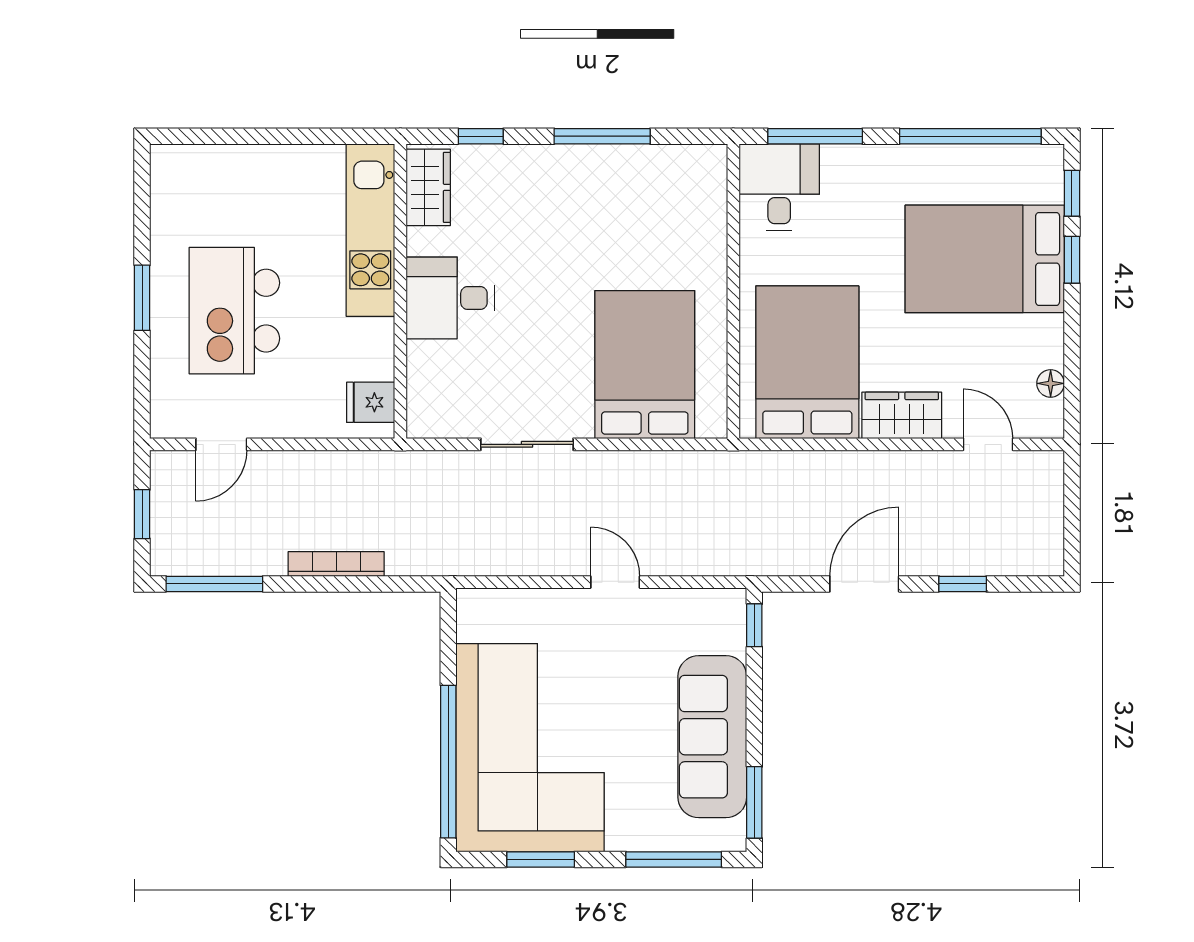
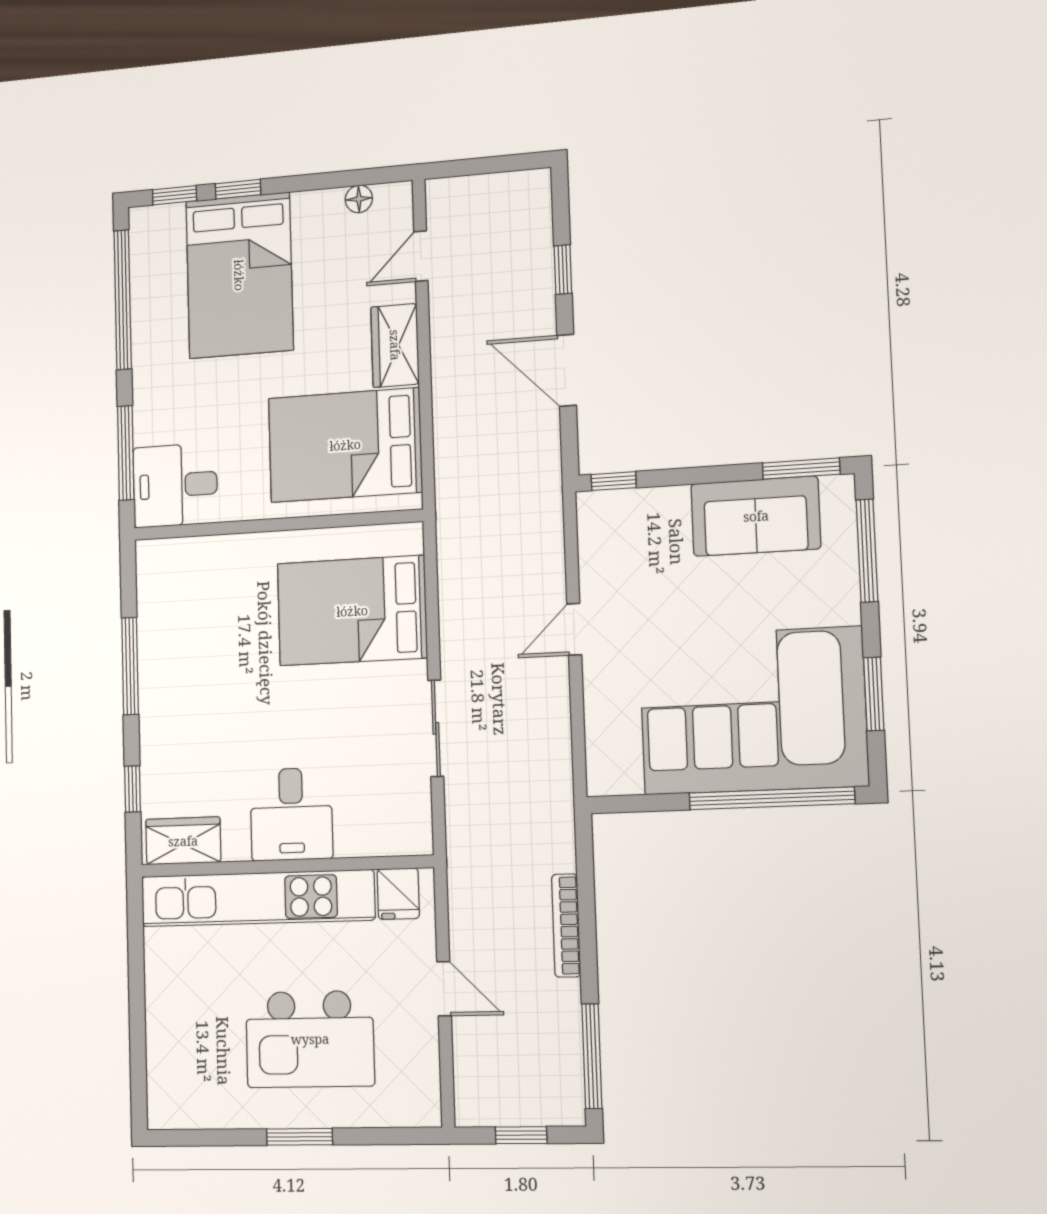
kitchen unit: (370, 230) -> (257, 898), width x1.36
door: (221, 444) -> (444, 989), moved
sofa: (712, 737) -> (756, 516), width x0.73

